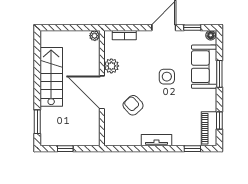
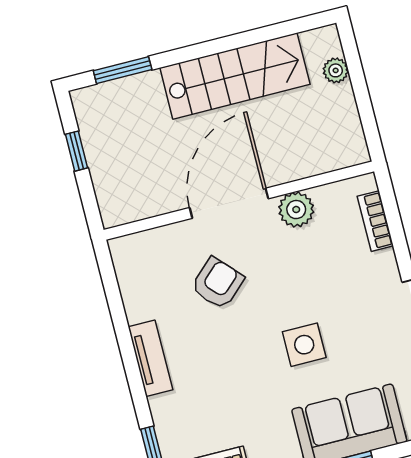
plant: (95, 36) -> (336, 70), moved

